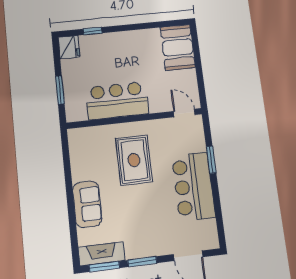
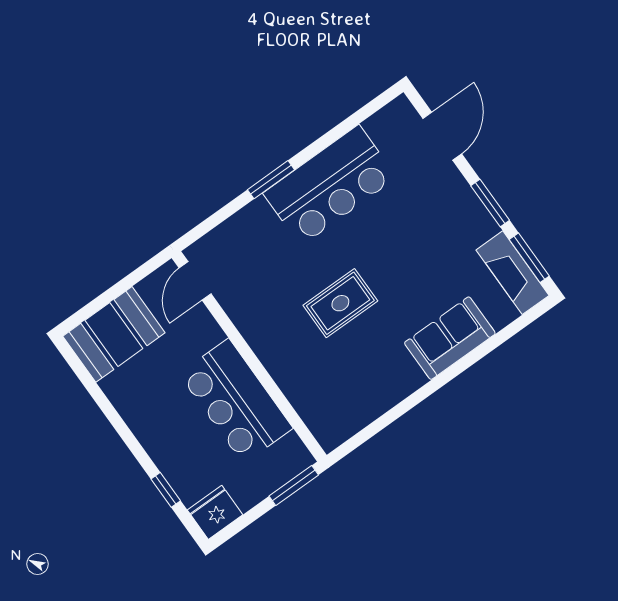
bar counter: (117, 101) -> (236, 401), moved
door: (184, 113) -> (195, 281), moved
wall: (135, 118) -> (249, 356), moved
rug: (134, 160) -> (340, 303), width x0.73, depth x0.70

